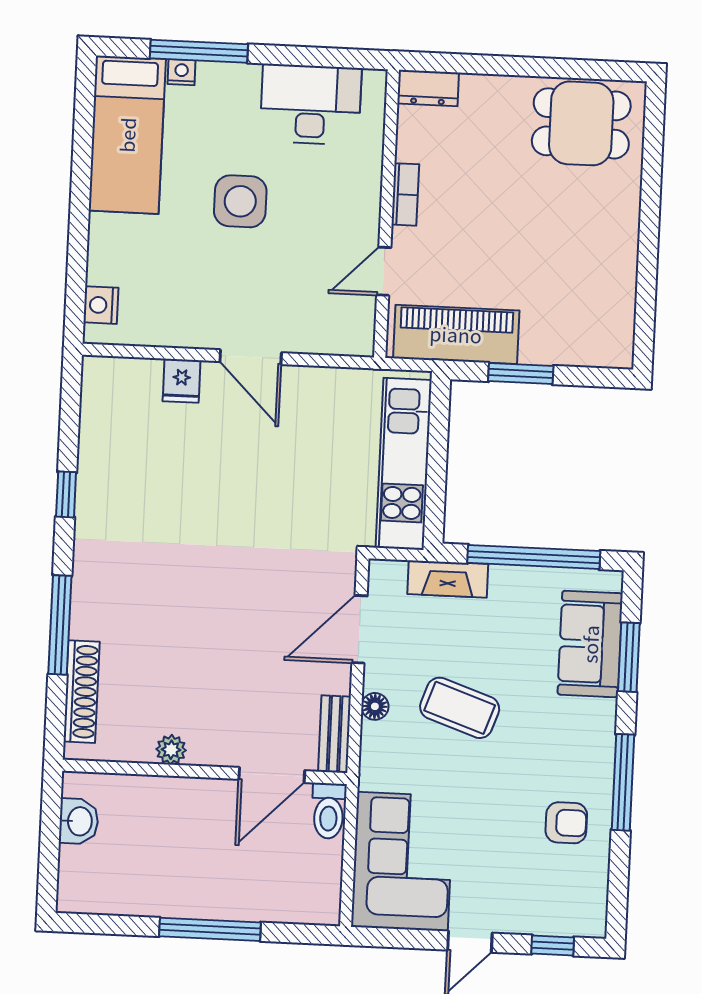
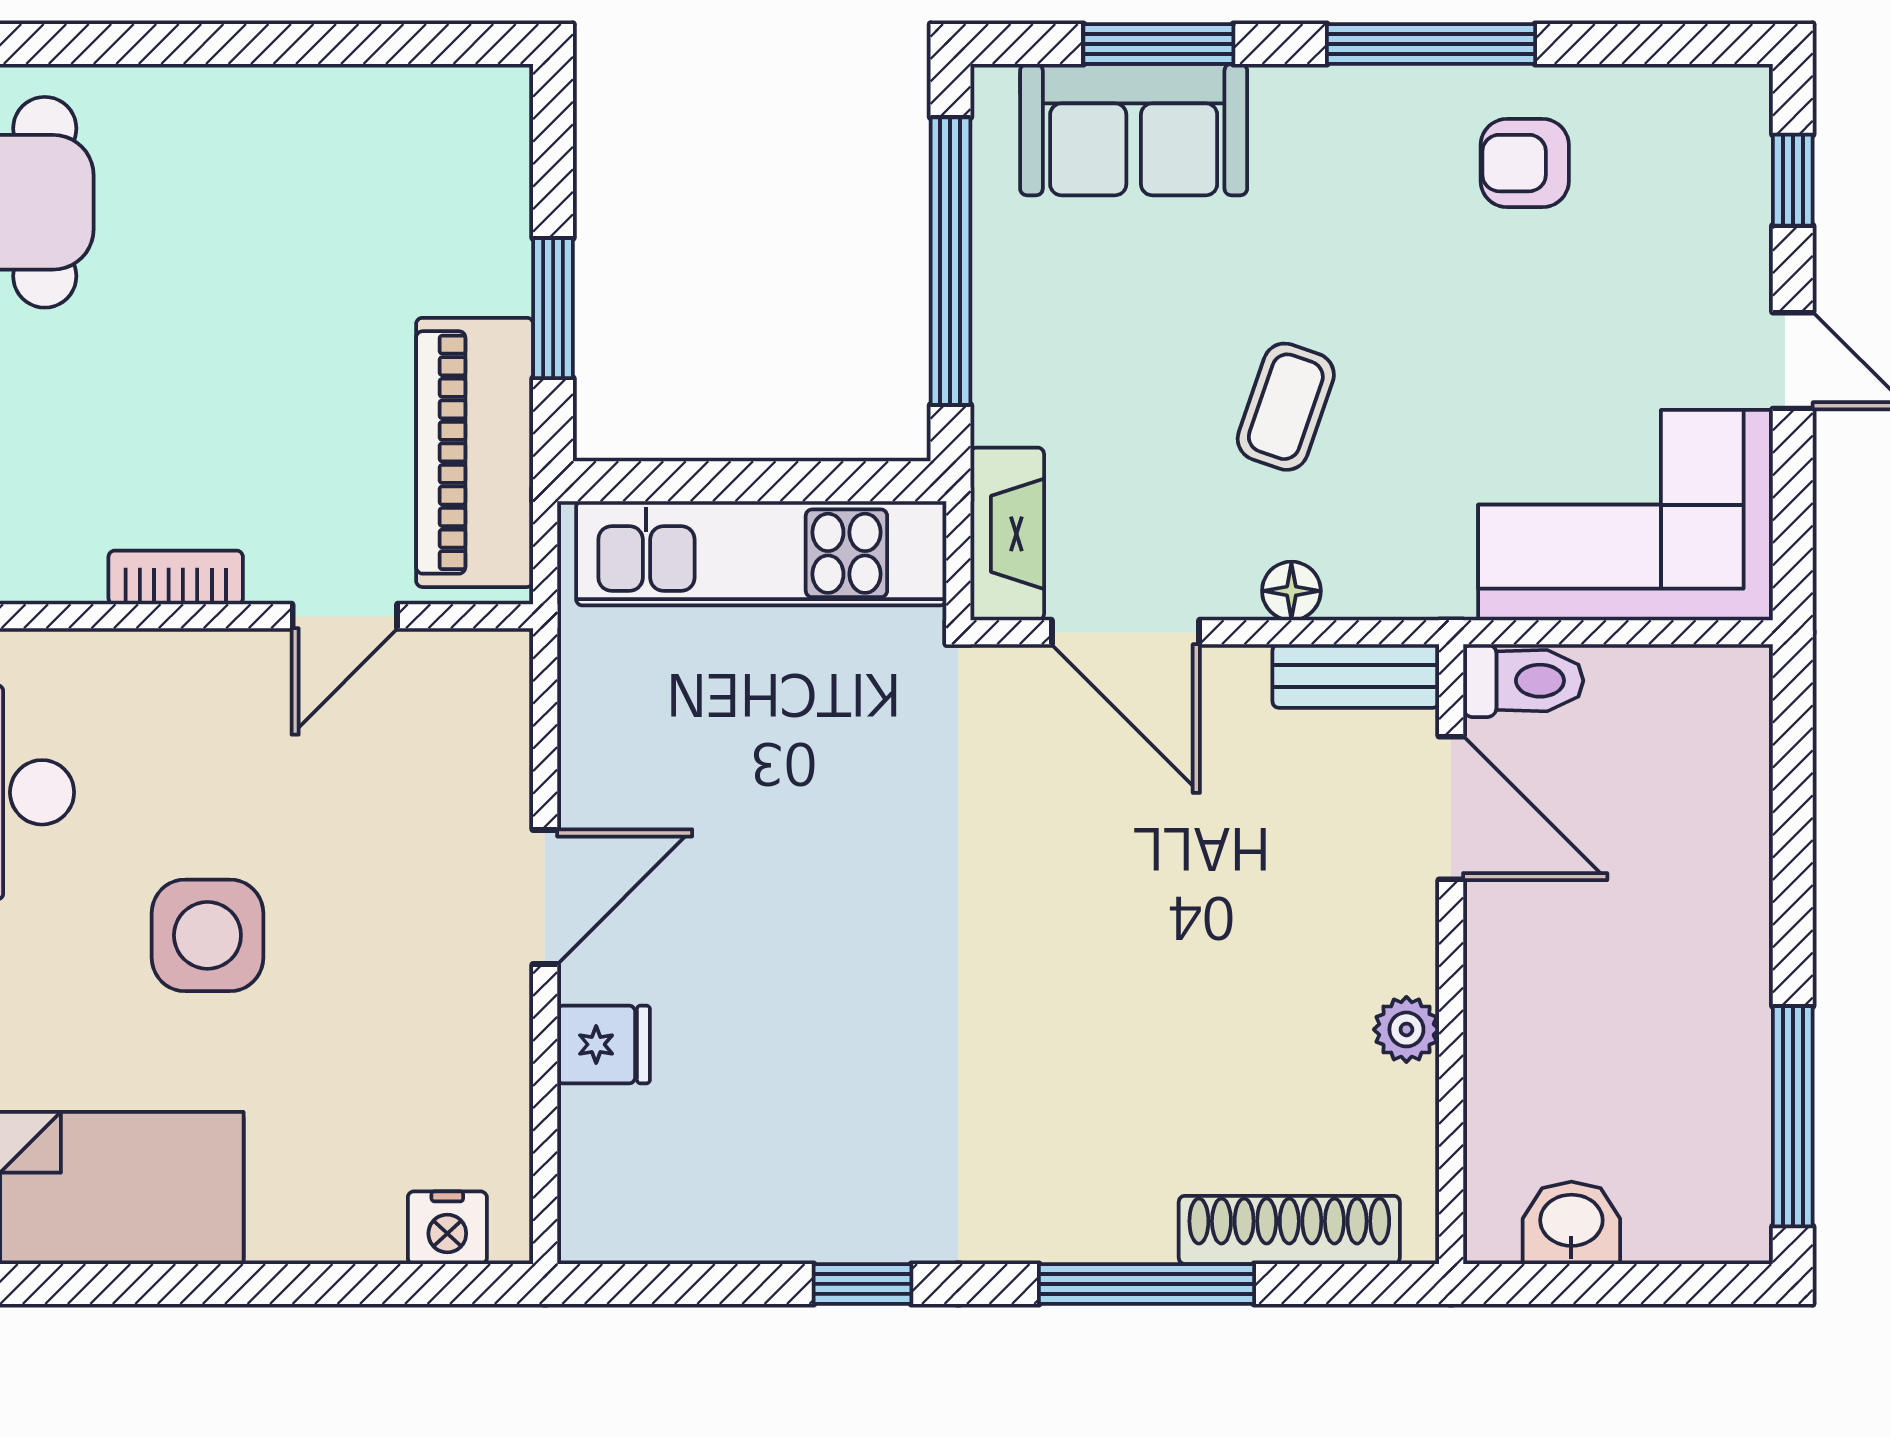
door: (384, 271) -> (345, 616), hinge flipped
fireplace: (448, 579) -> (1007, 534), moved
coffee table: (460, 708) -> (1286, 407), width x0.73, depth x0.77
armchair: (566, 823) -> (1525, 163), turned -90
window: (210, 929) -> (1793, 1116), moved

